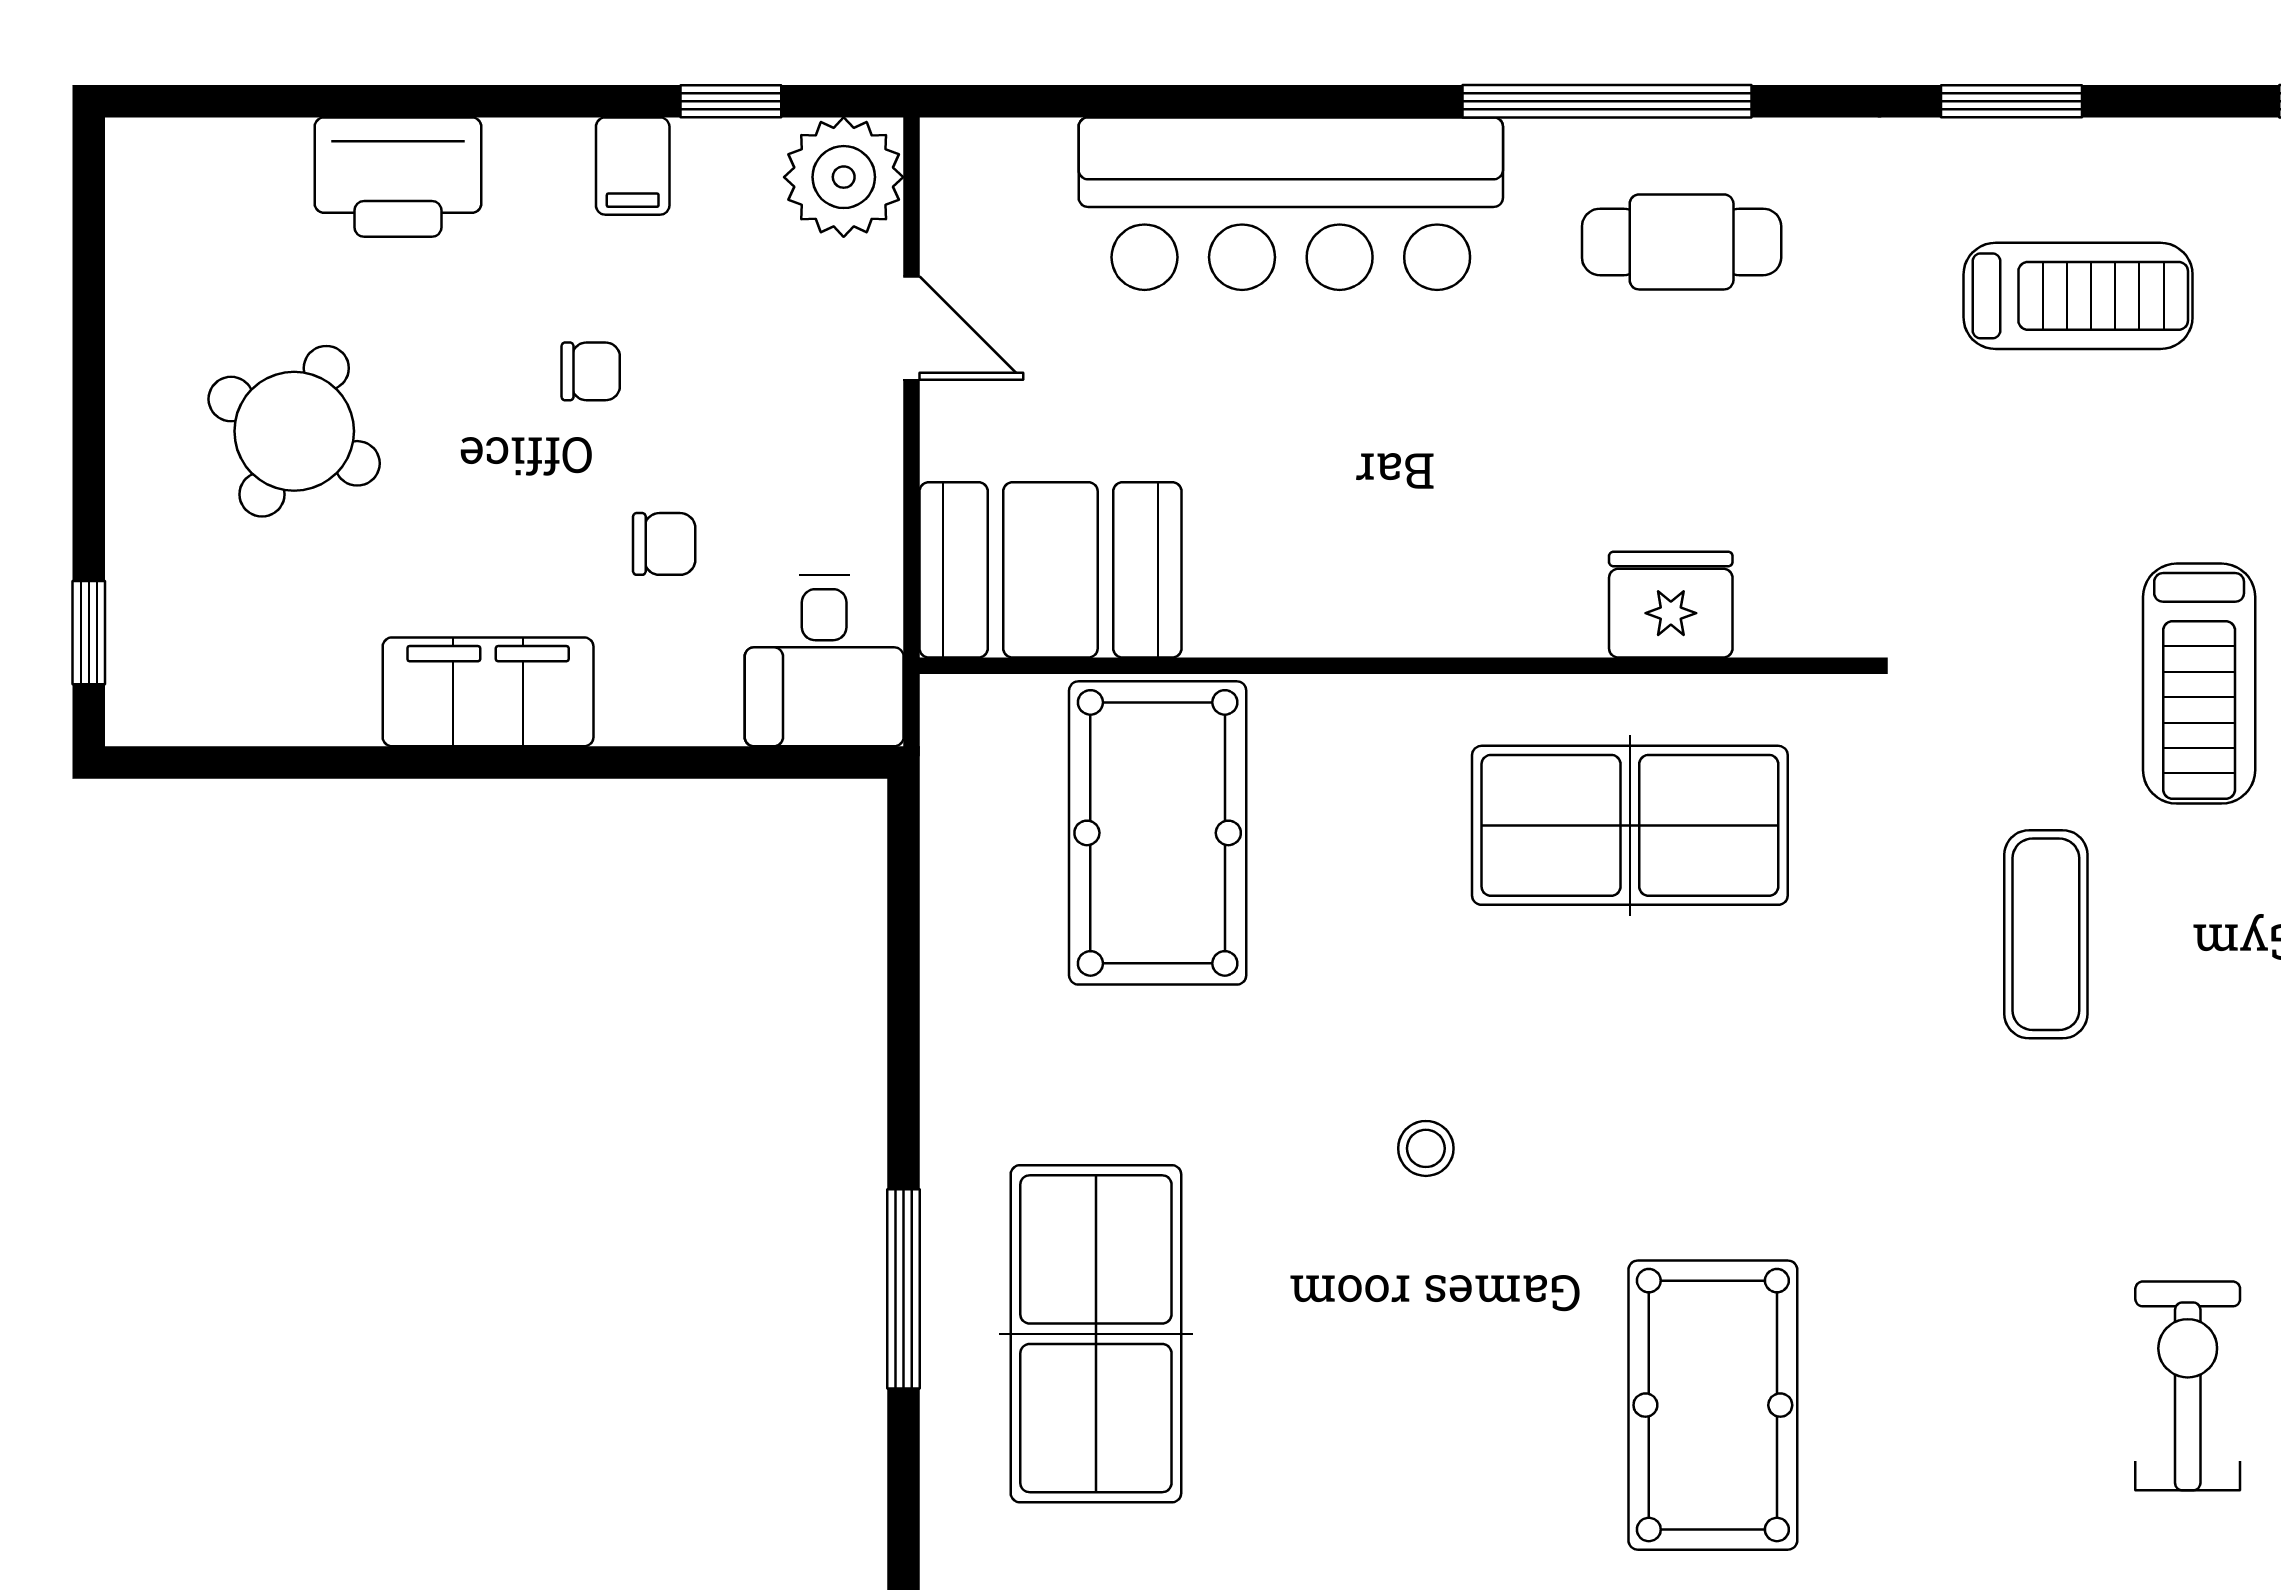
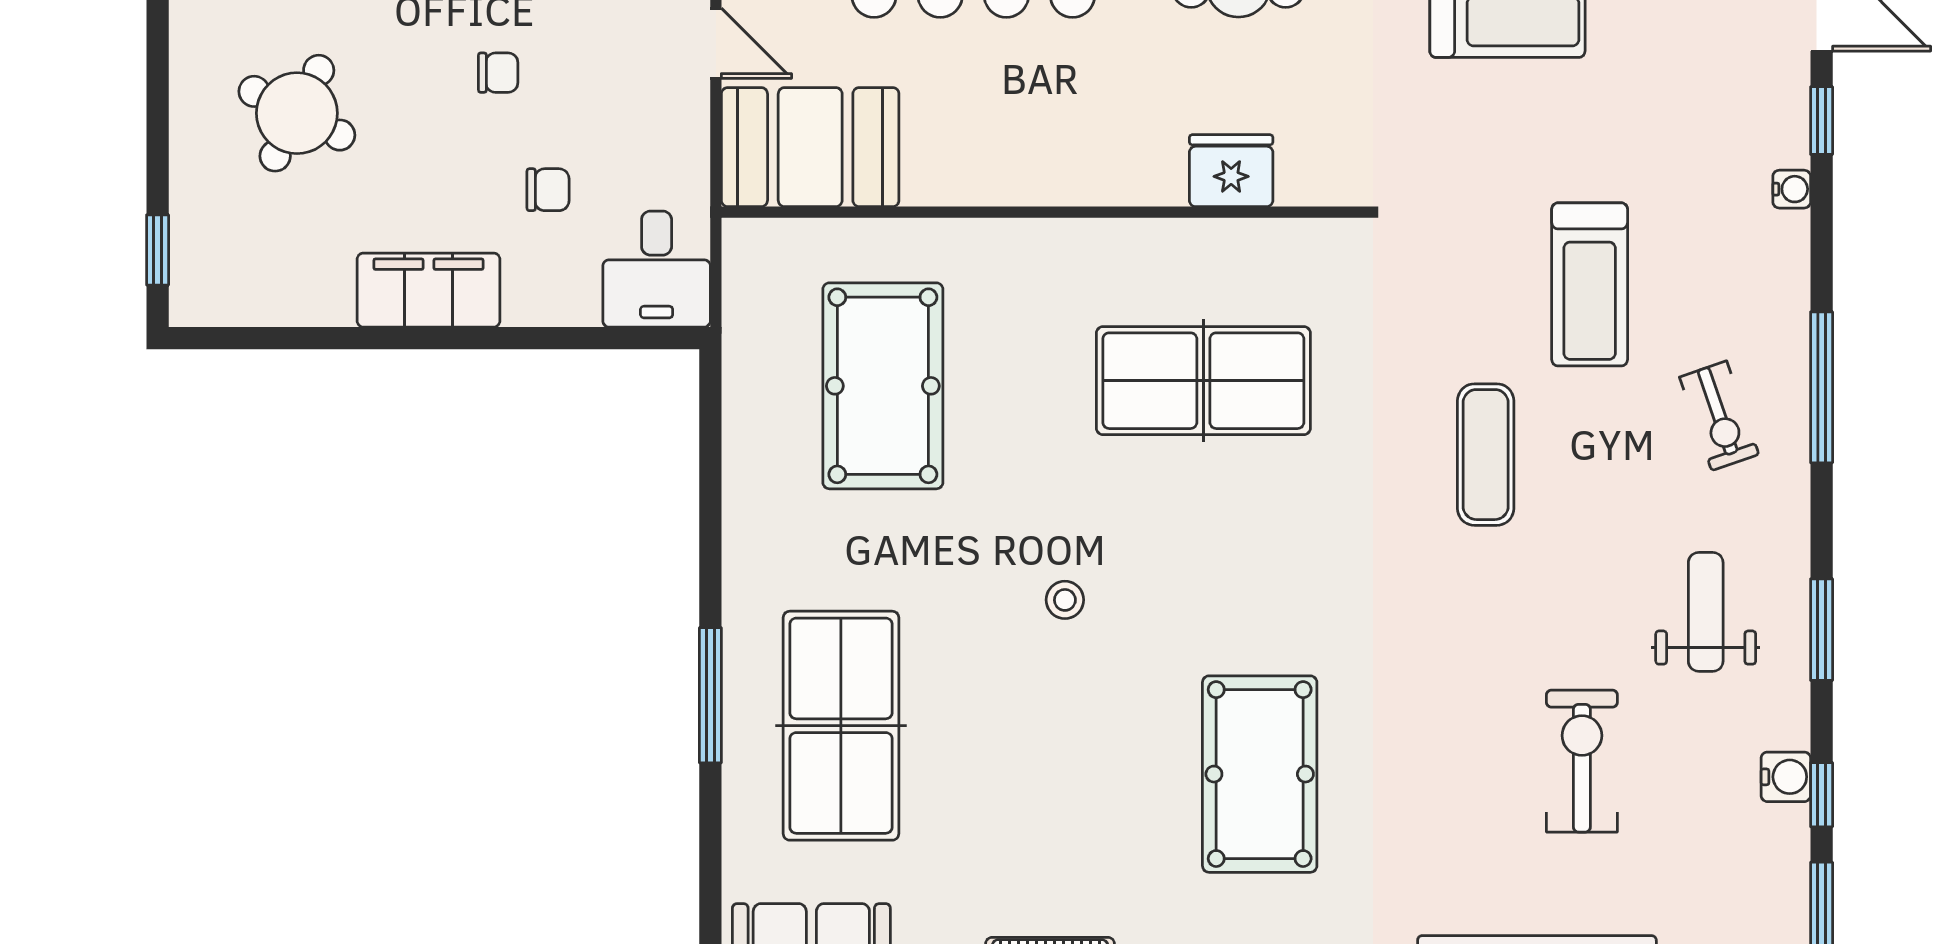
booth: (1050, 570) -> (810, 147), moved
fridge: (1671, 605) -> (1231, 171), moved
wall: (1396, 666) -> (1044, 212), moved

